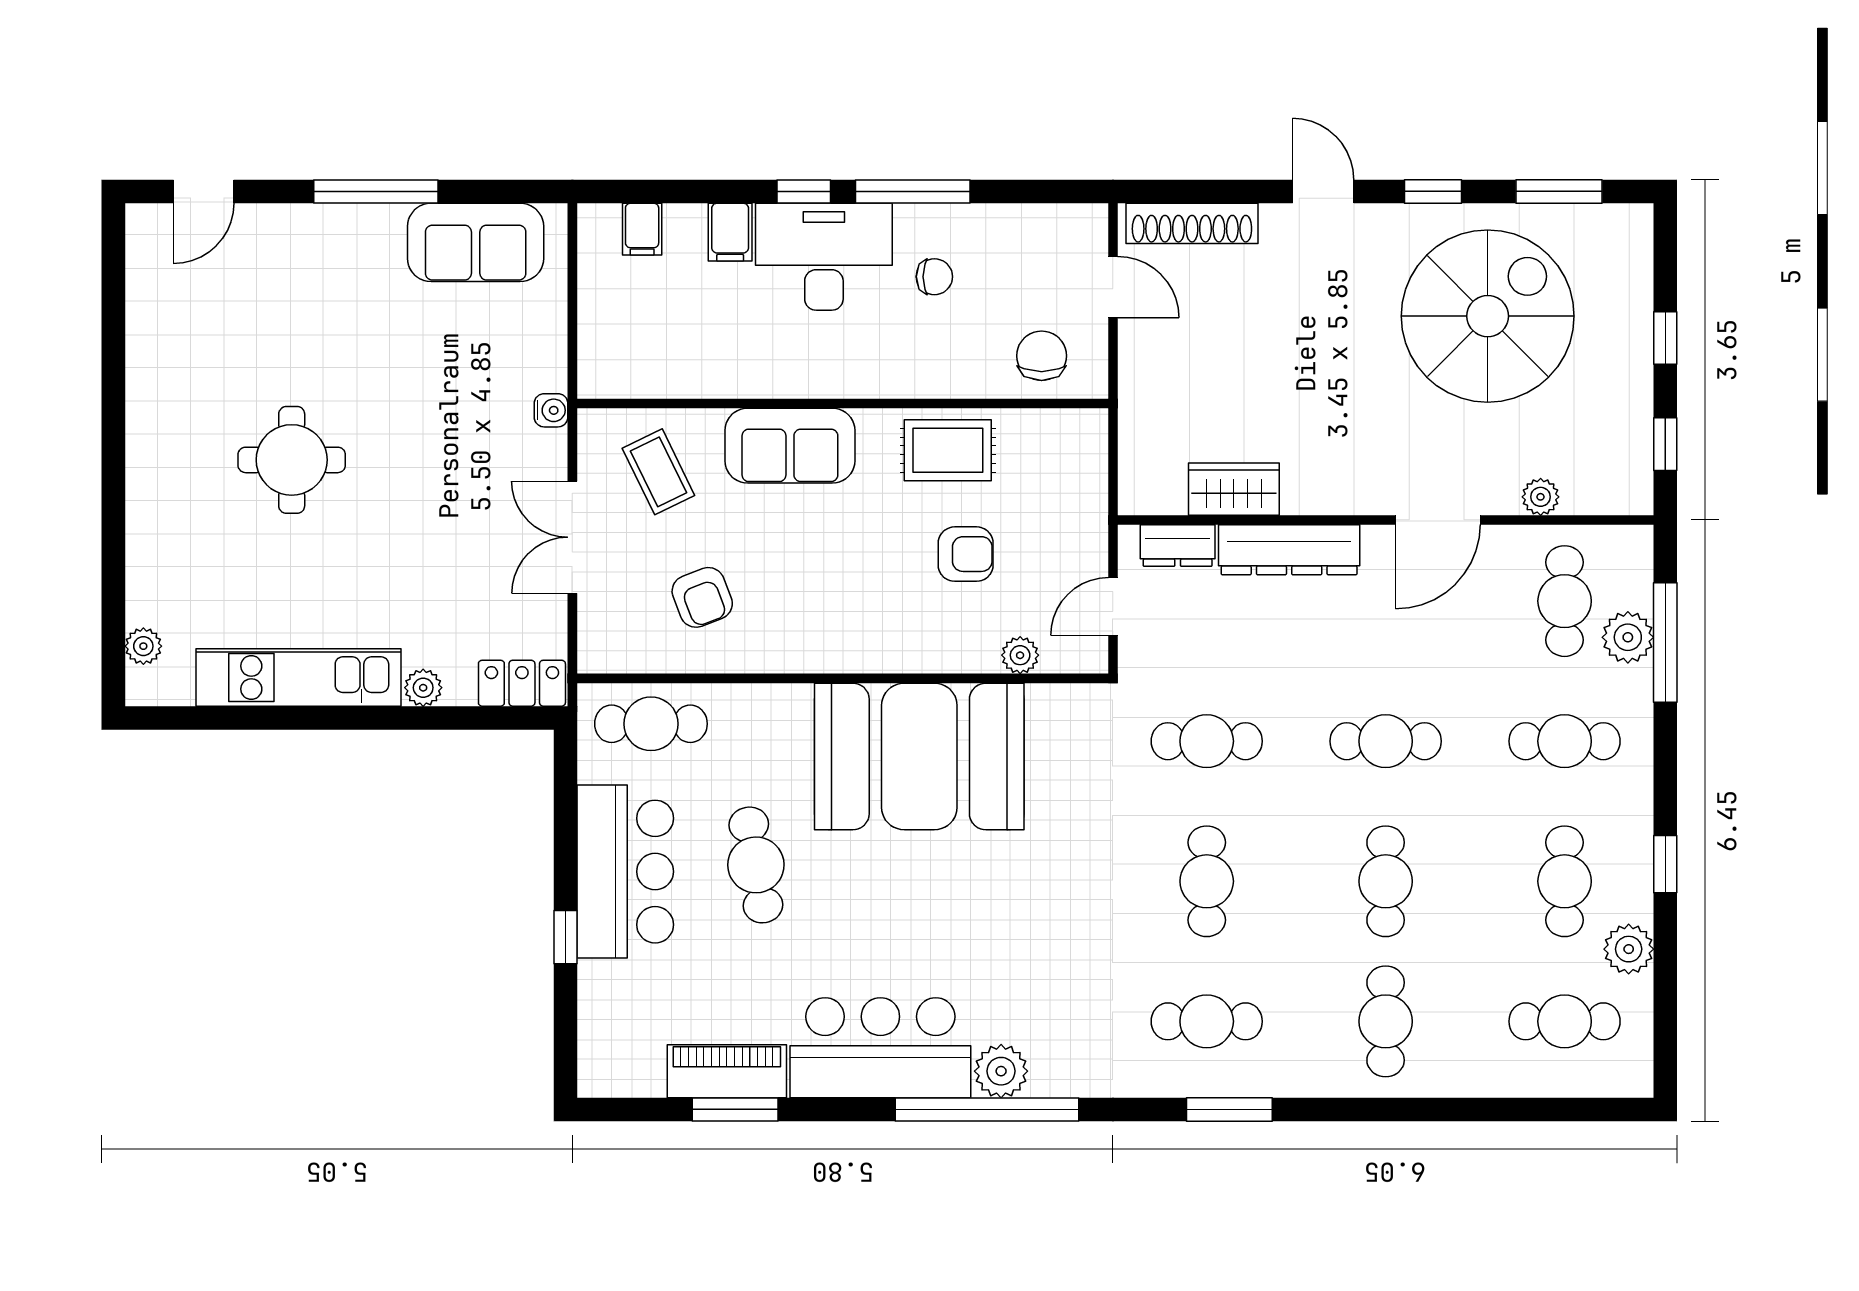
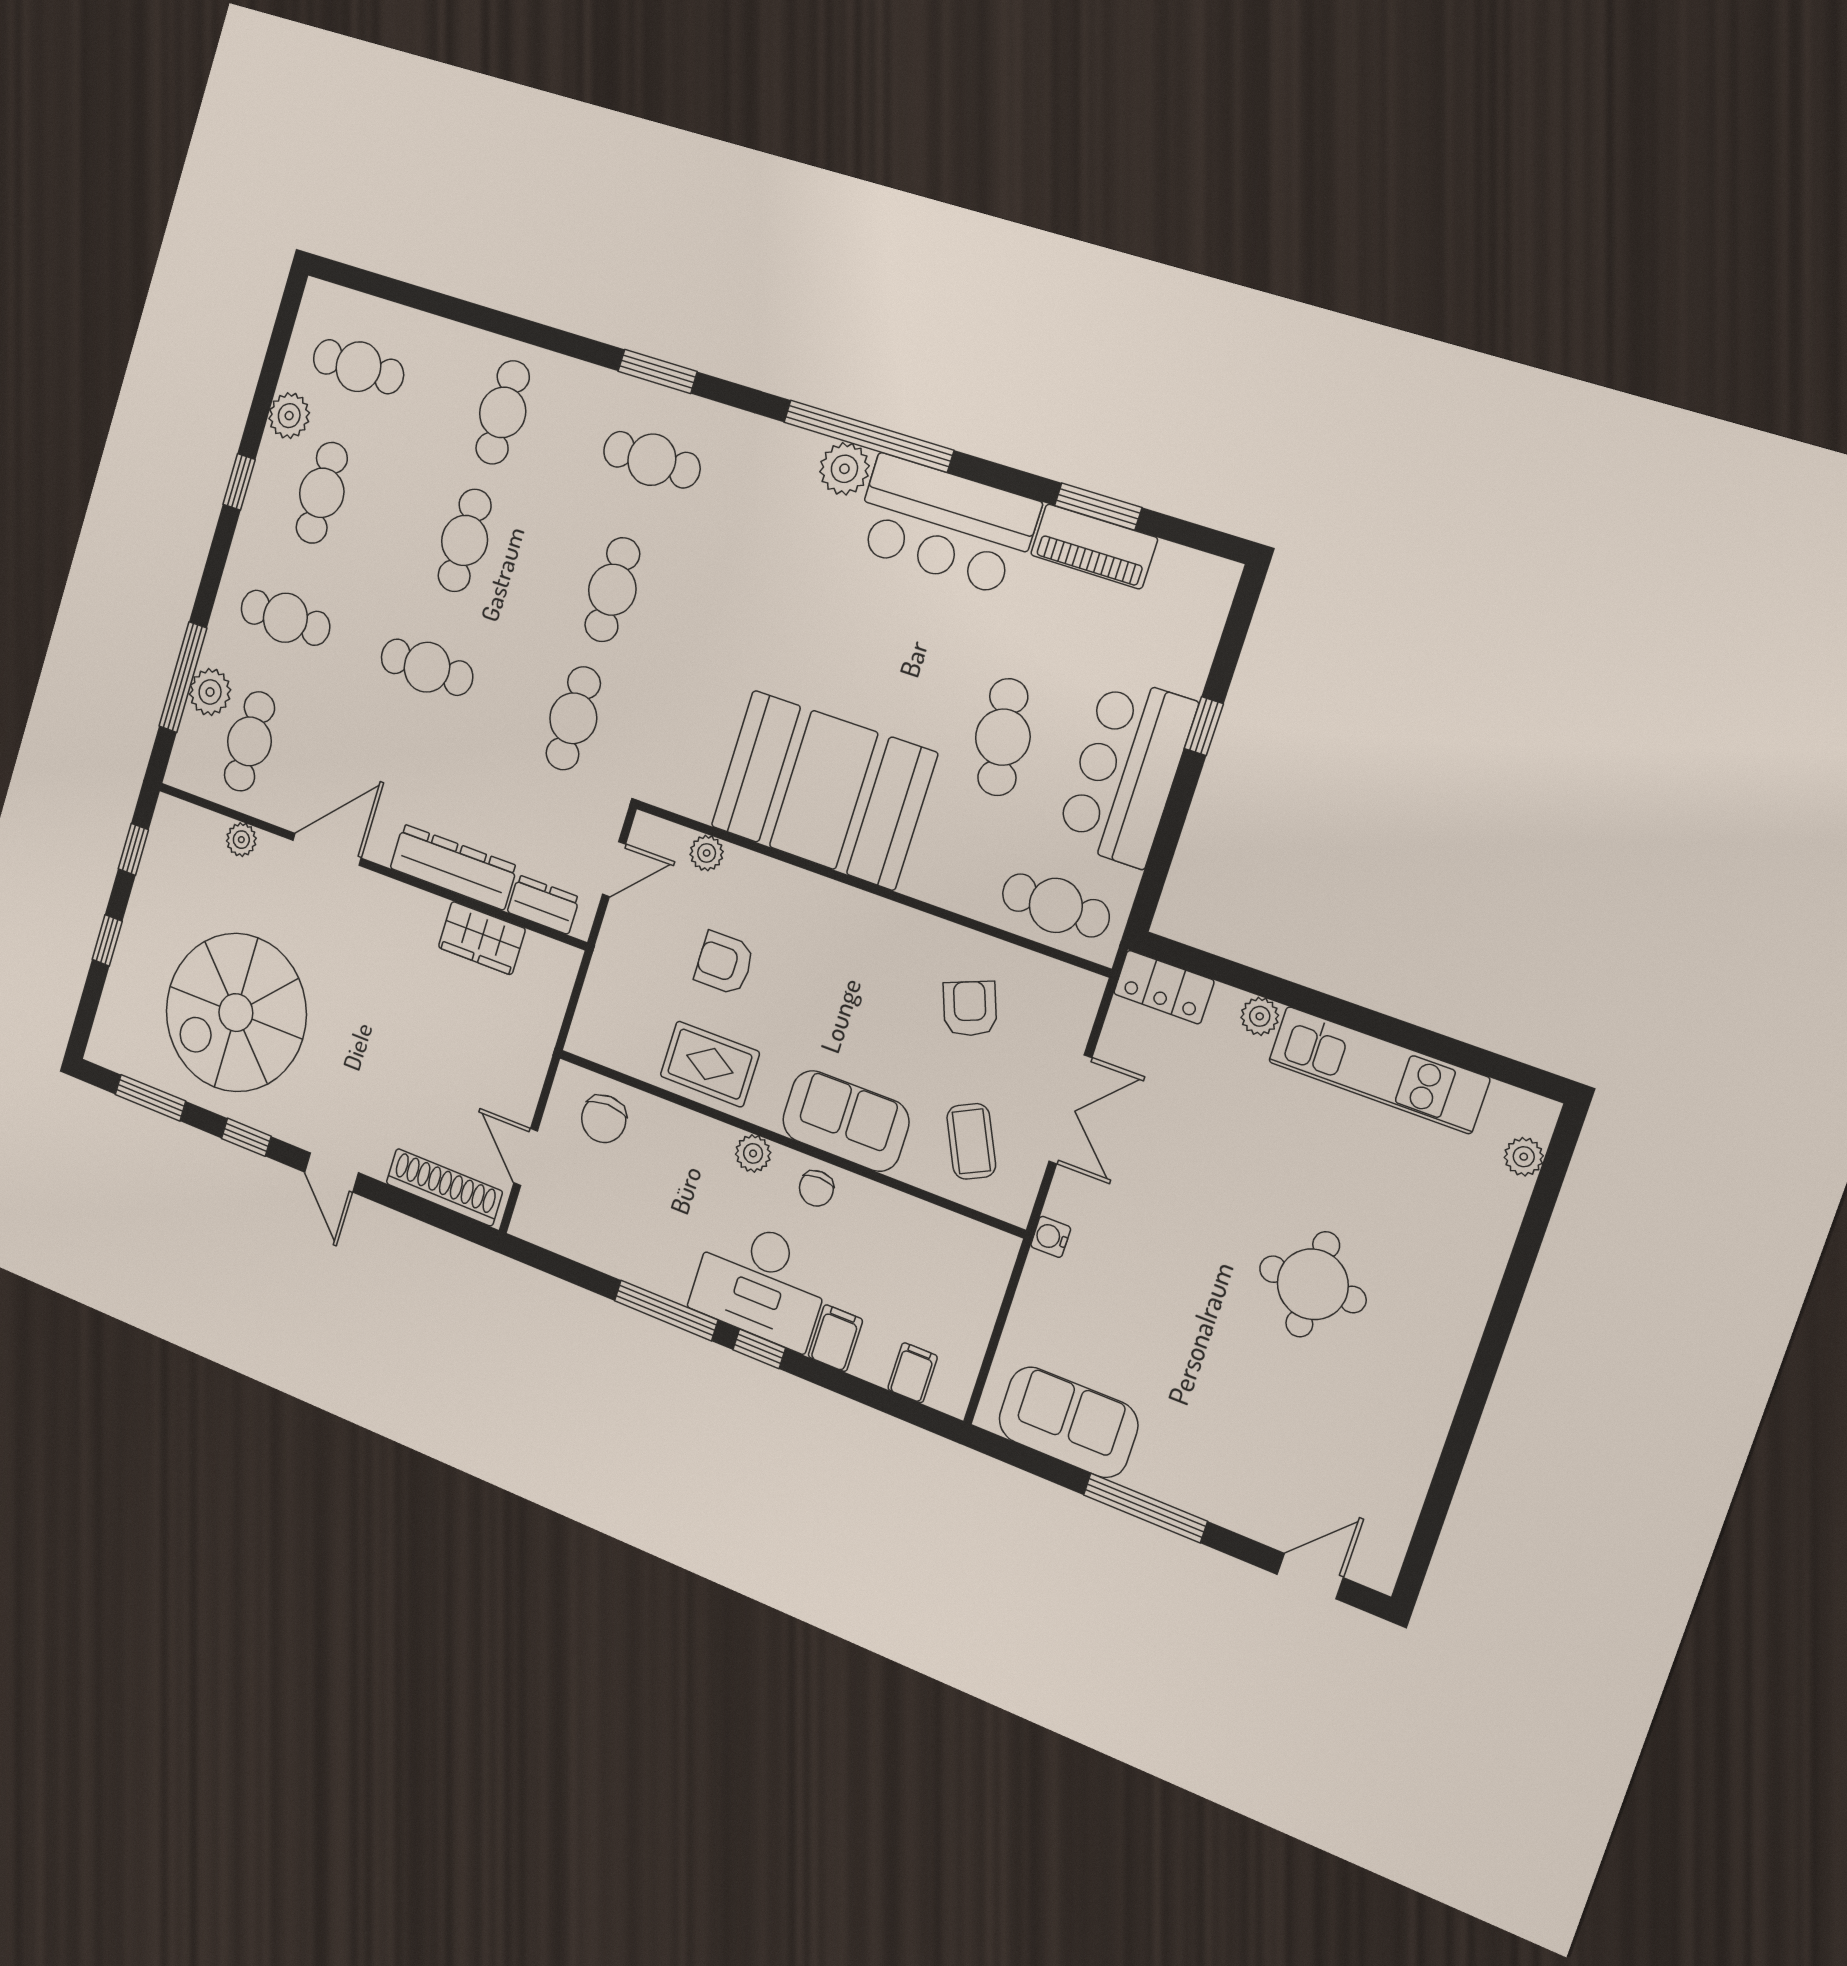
chair: (934, 277) -> (816, 1188), moved, turned -90
plant: (874, 379) -> (753, 1153), added
cafe table: (1207, 741) -> (573, 718), turned 90

